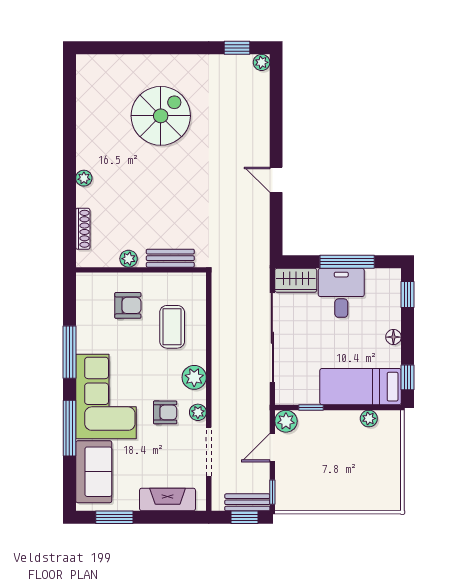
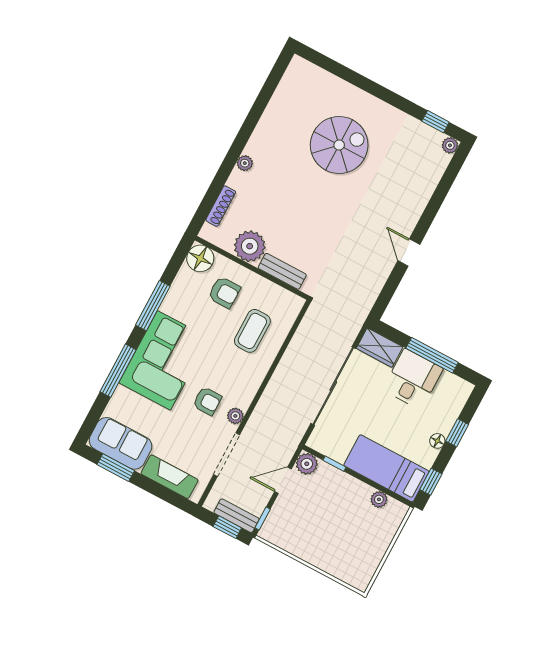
plant: (129, 259) -> (250, 246), width x1.87, depth x1.87
floor lamp: (90, 286) -> (200, 258), added
window: (407, 295) -> (457, 433), moved
plant: (194, 377) -> (248, 384), removed
sofa: (94, 472) -> (121, 443), moved, turned -90

